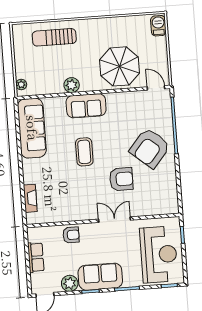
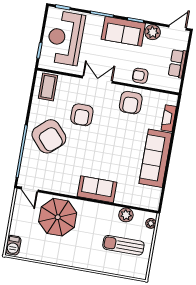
sun lounger: (54, 37) -> (123, 245), moved, turned 180
plant: (72, 85) -> (126, 215), moved
sofa: (32, 128) -> (155, 158), moved
armchair: (150, 148) -> (49, 136), turned 98
coffee table: (84, 152) -> (48, 87), moved
armchair: (121, 179) -> (82, 115), turned -90
armchair: (74, 205) -> (131, 103), added
double door: (115, 220) -> (97, 80), swing flipped

